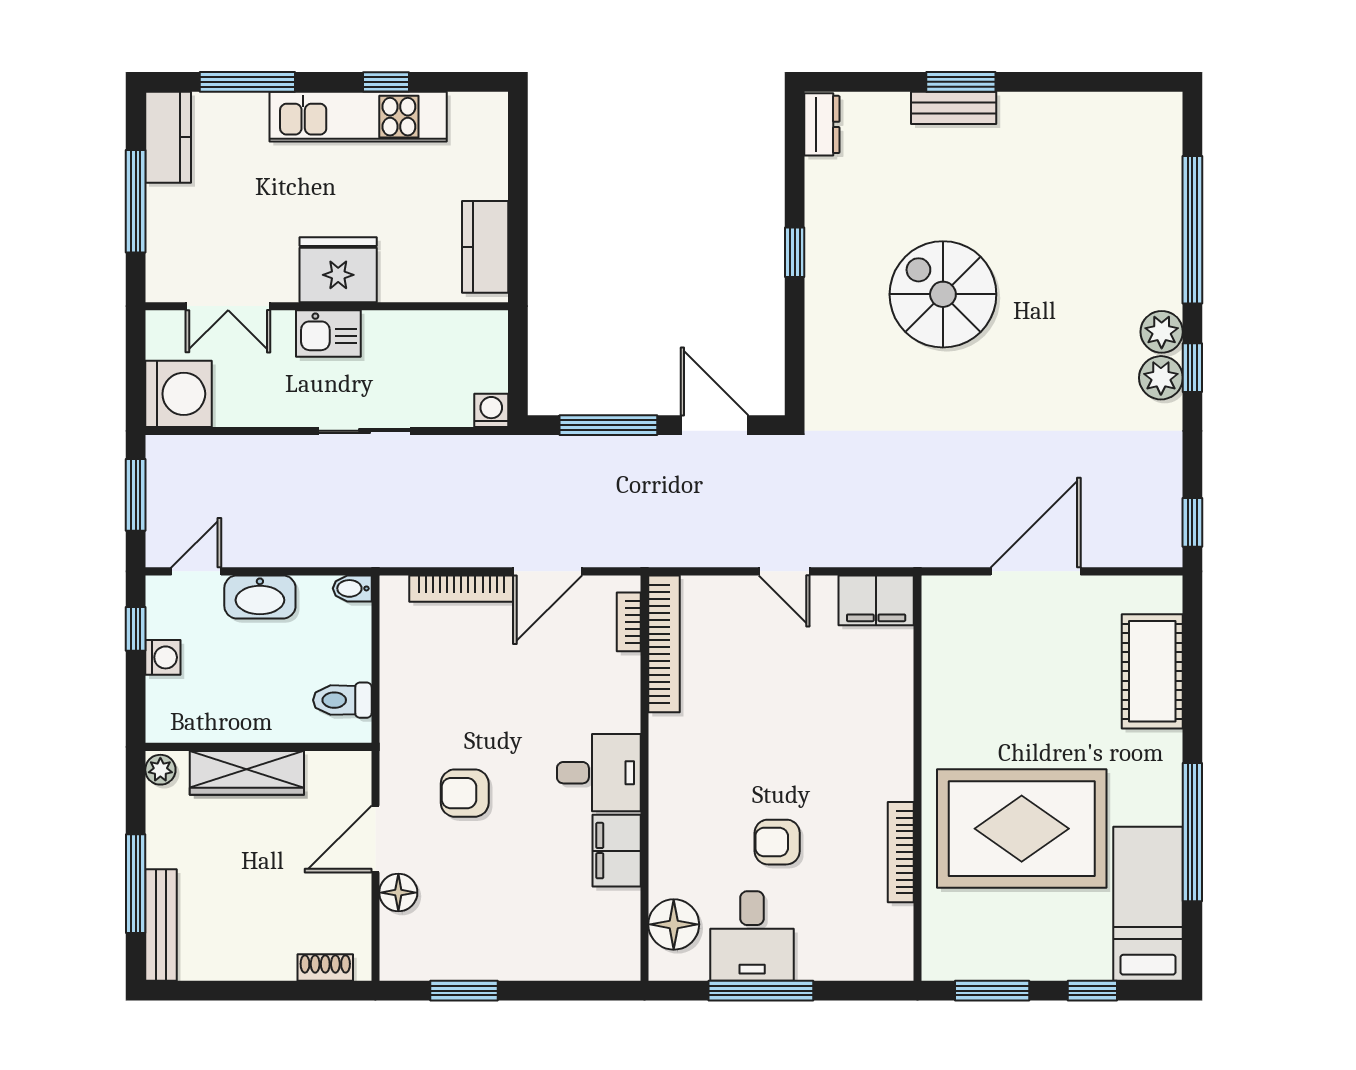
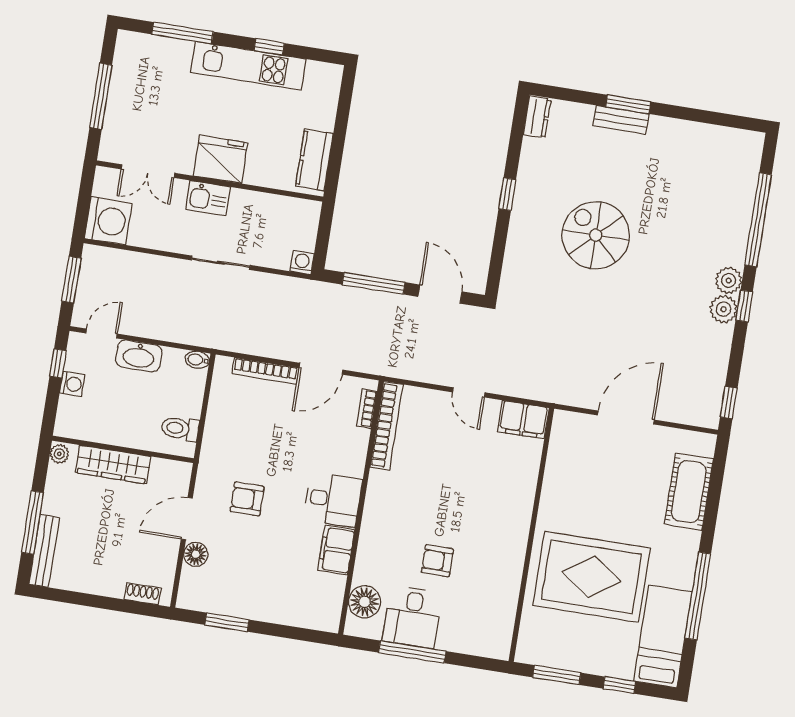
kitchen counter: (168, 137) -> (127, 60), removed
bookcase: (901, 852) -> (514, 579), removed

